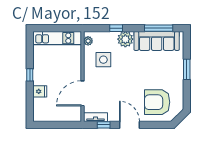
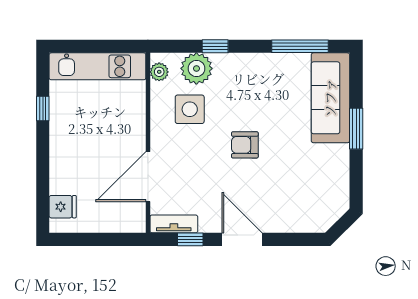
plant: (125, 39) -> (196, 68), moved
sofa: (157, 41) -> (330, 98), moved, turned 90
window: (30, 75) -> (43, 109), moved
fridge: (40, 91) -> (63, 207), moved
armchair: (157, 102) -> (245, 145), moved, width x0.53, depth x0.53

